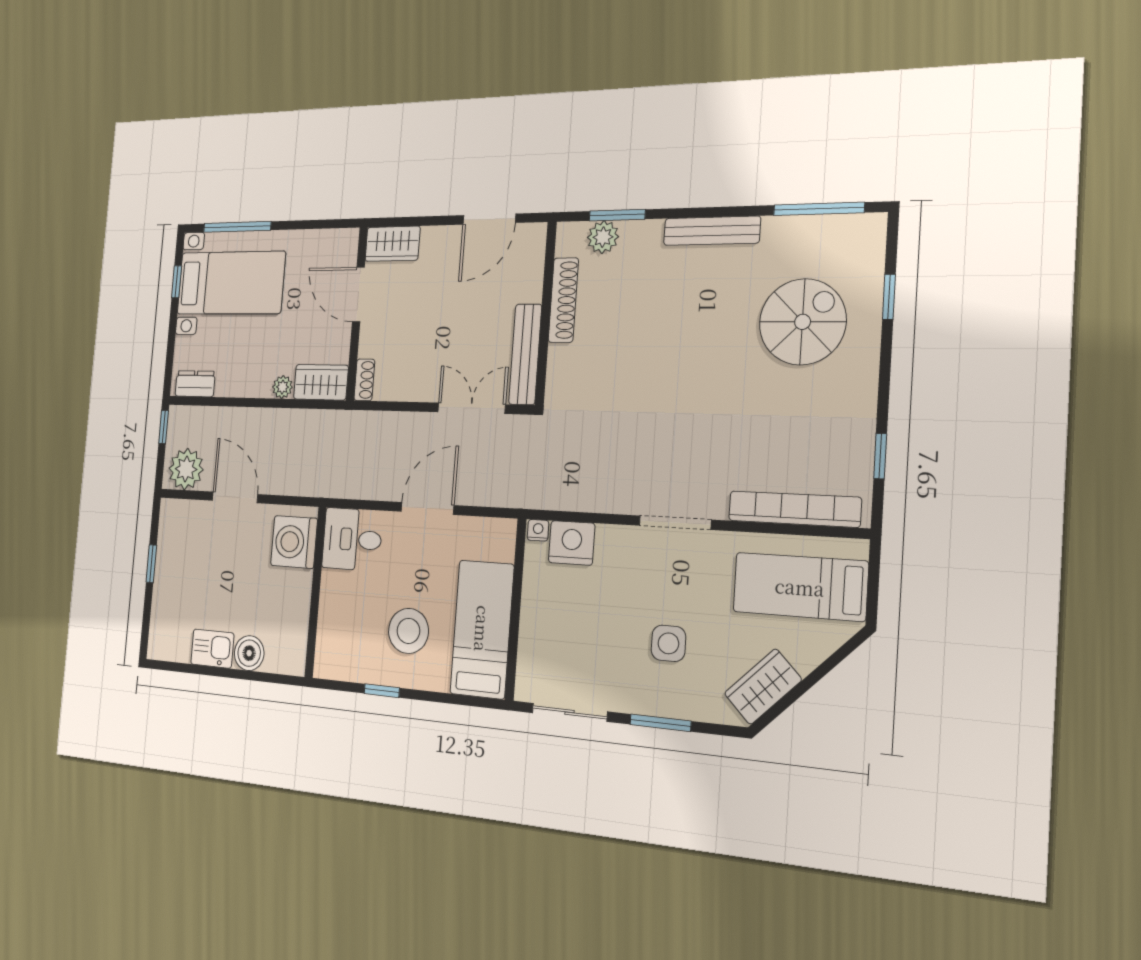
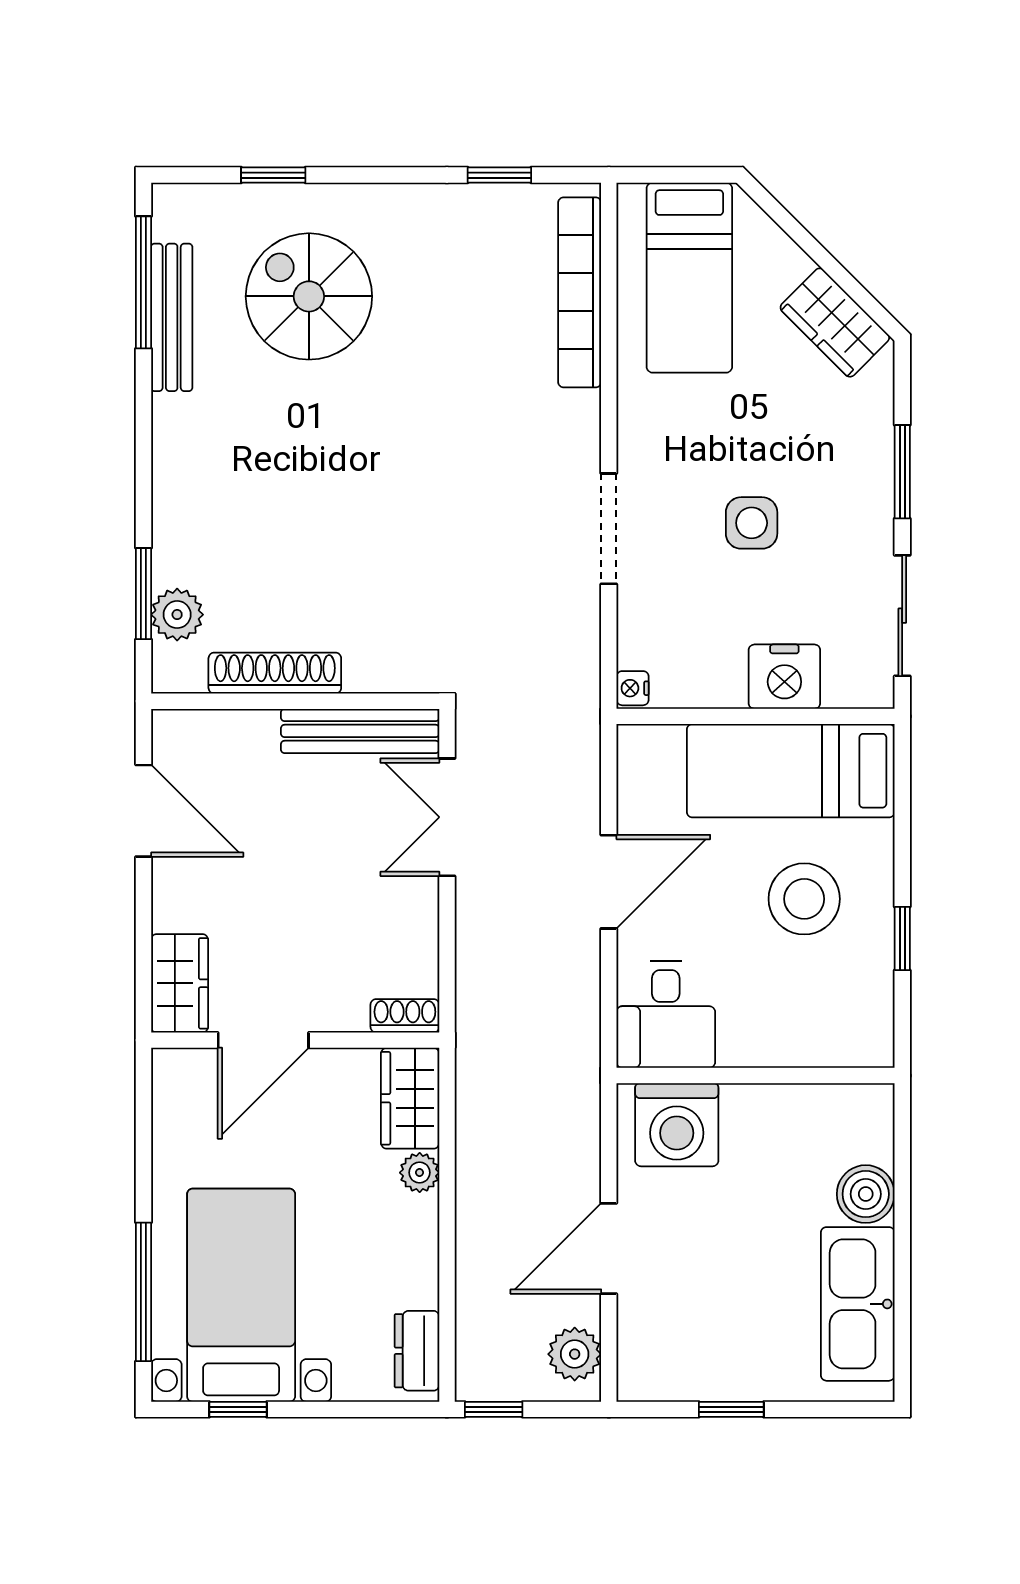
bench: (712, 231) -> (172, 317), moved
plant: (186, 469) -> (575, 1354), width x0.73, depth x0.73
door: (427, 508) -> (609, 882), swing flipped
doorway: (675, 523) -> (609, 529), moved
nightstand: (572, 543) -> (784, 677), moved, turned -90
side table: (668, 643) -> (752, 523), moved
kitchen sink: (212, 649) -> (858, 1304), width x1.88, depth x1.24

